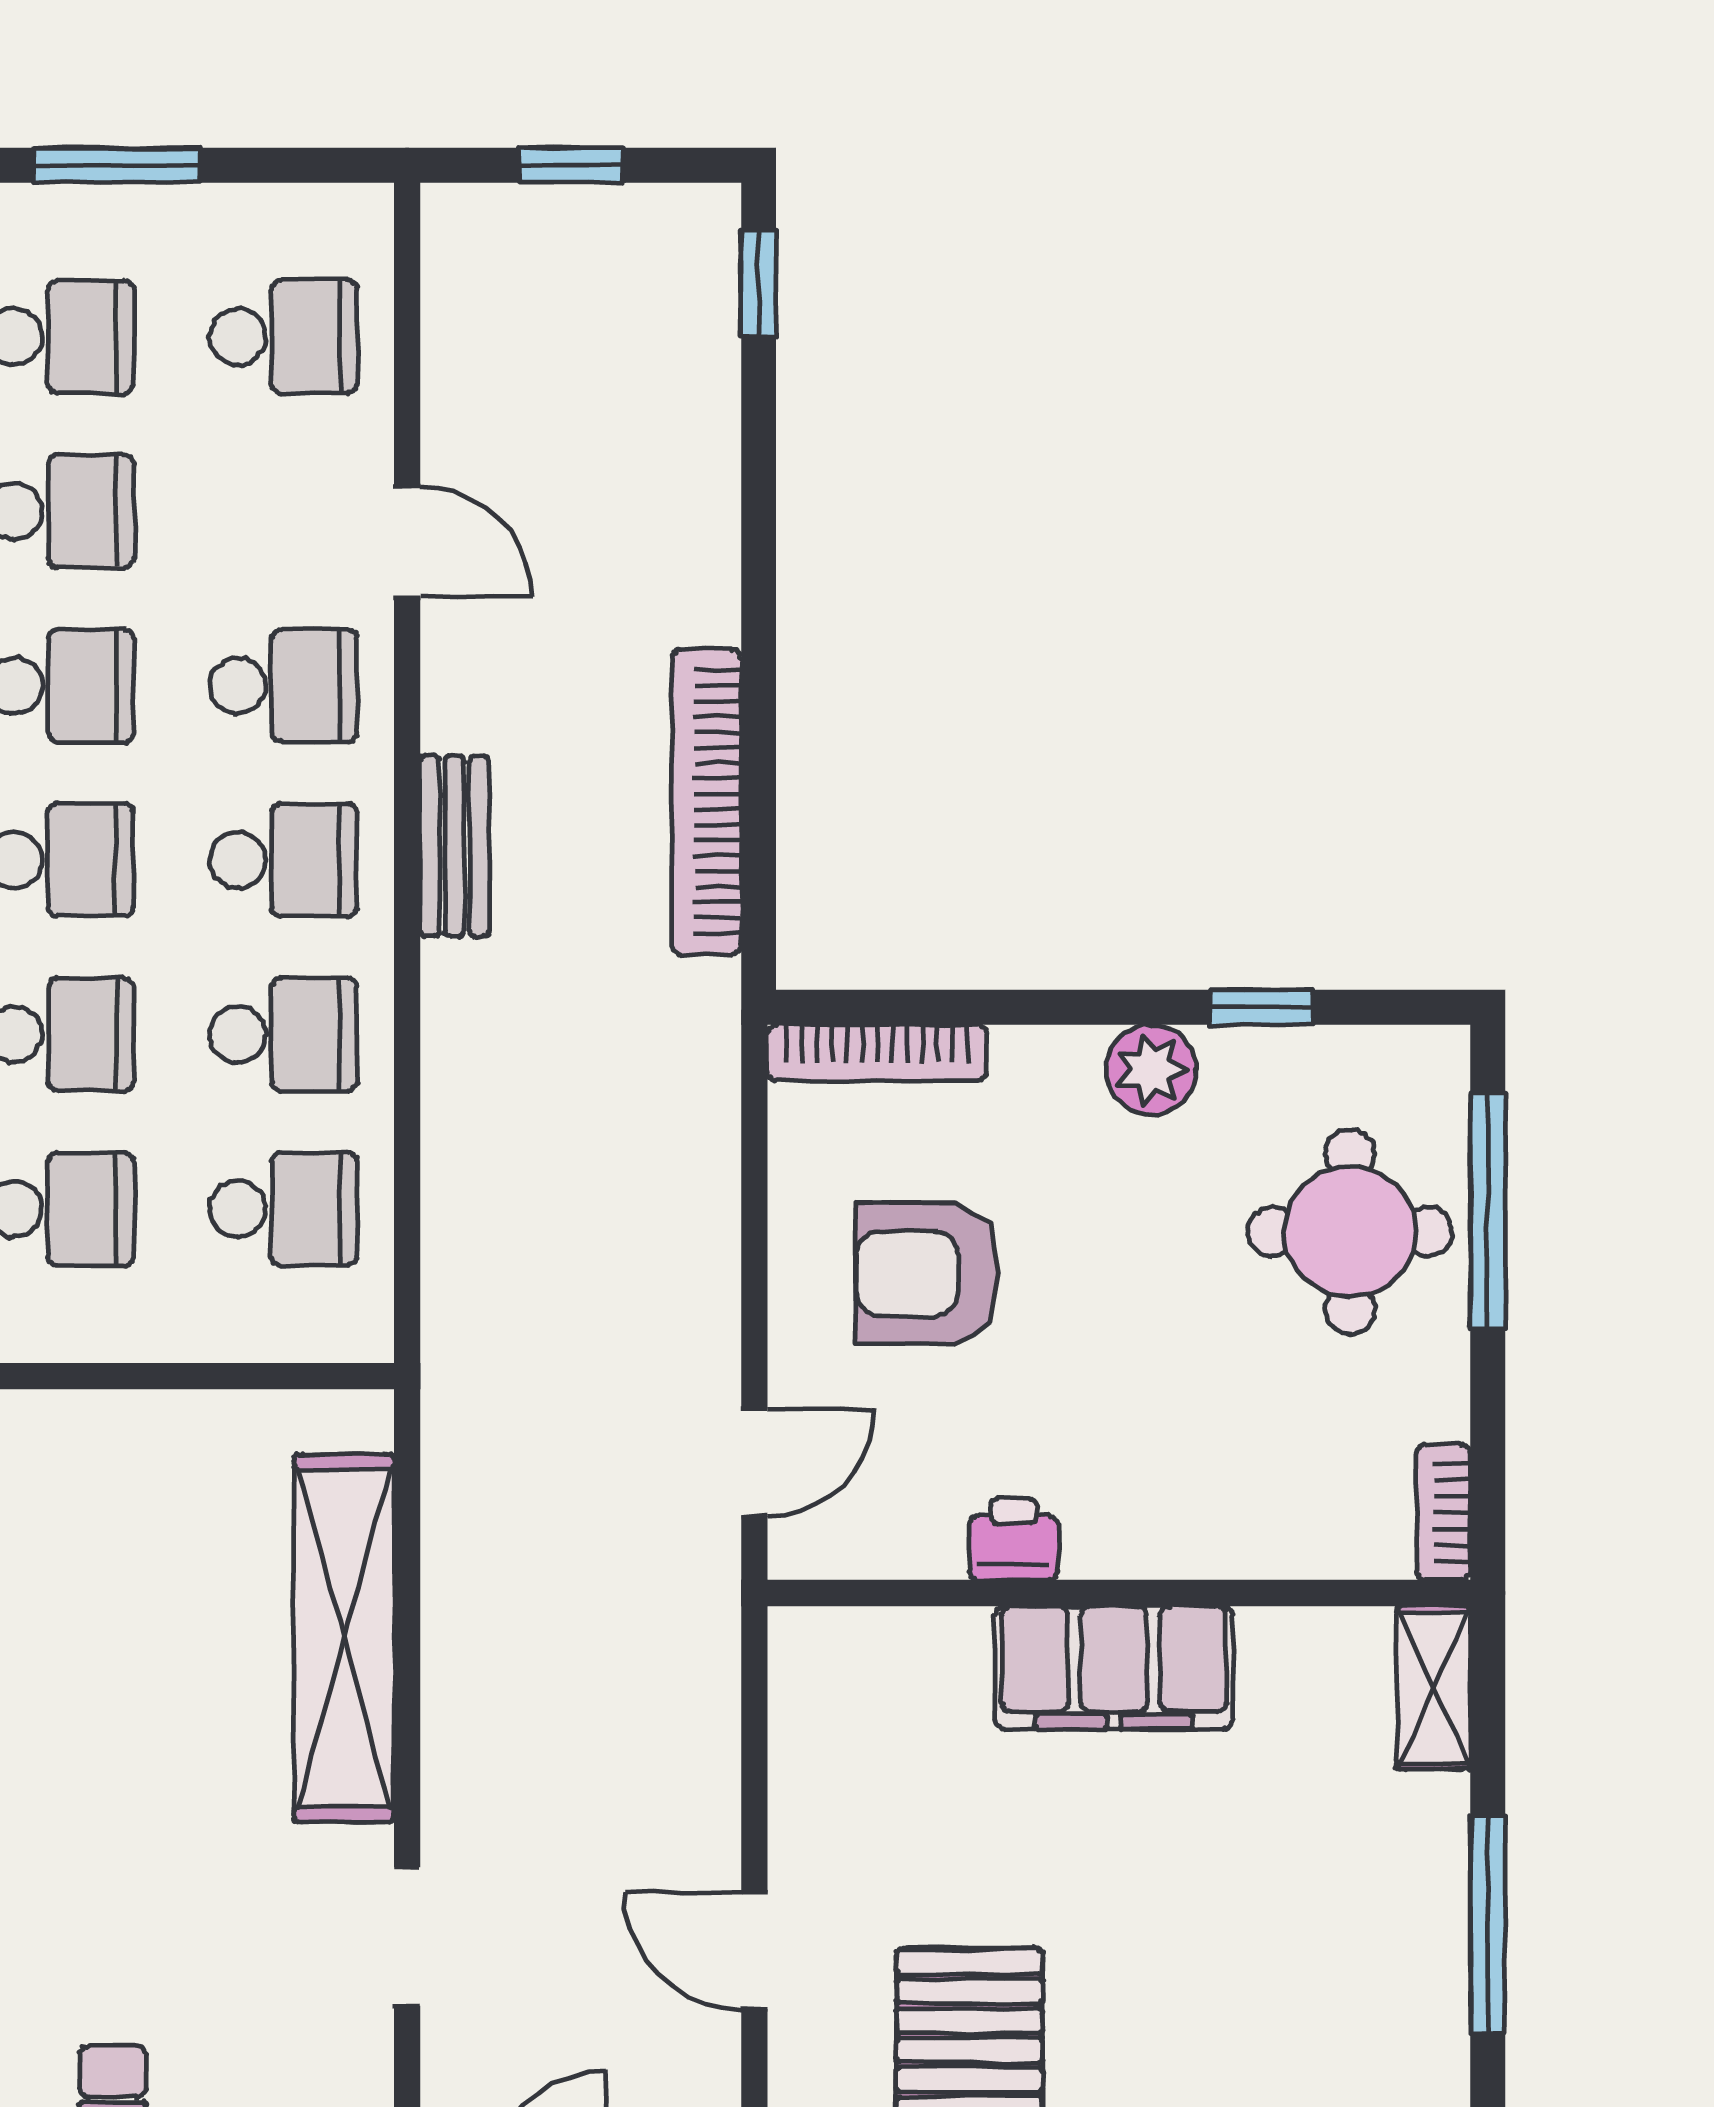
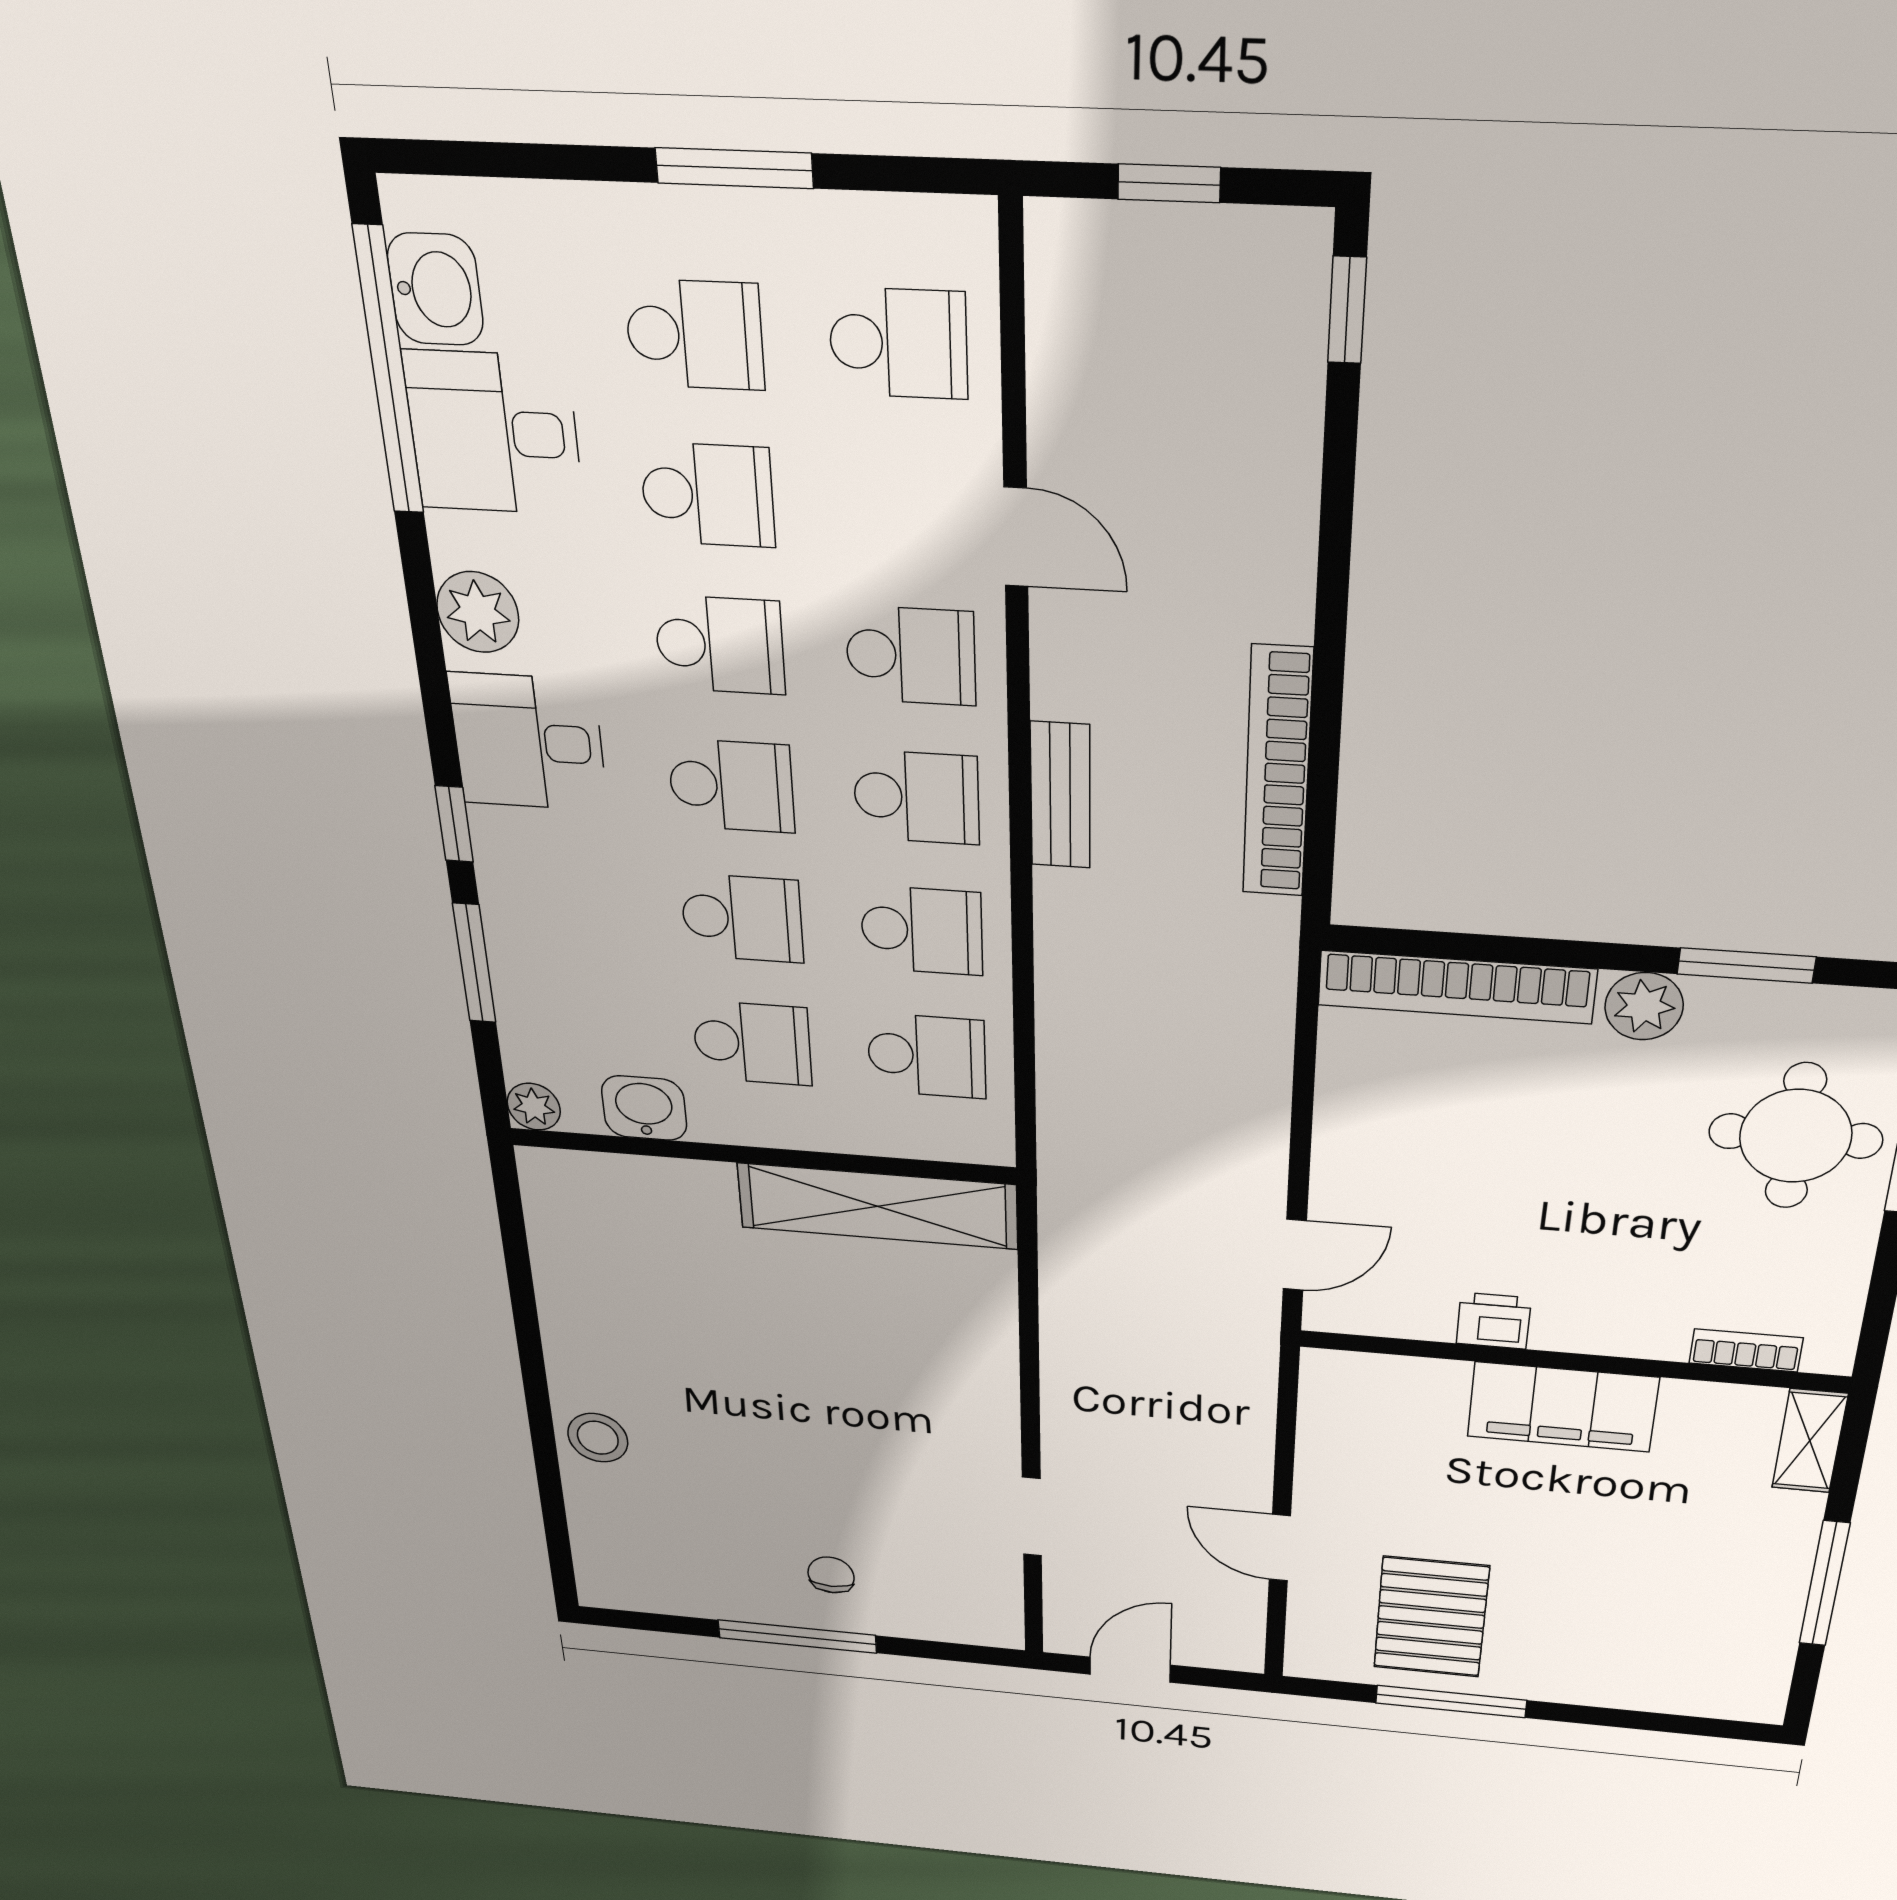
window: (1262, 1007) -> (1746, 966), width x1.50
bookcase: (877, 1053) -> (1456, 987), width x1.48, depth x1.31
armchair: (927, 1274) -> (1441, 1139), removed
bookcase: (1443, 1512) -> (1746, 1350), moved, turned 90
shelving: (344, 1638) -> (878, 1206), moved, turned 90

